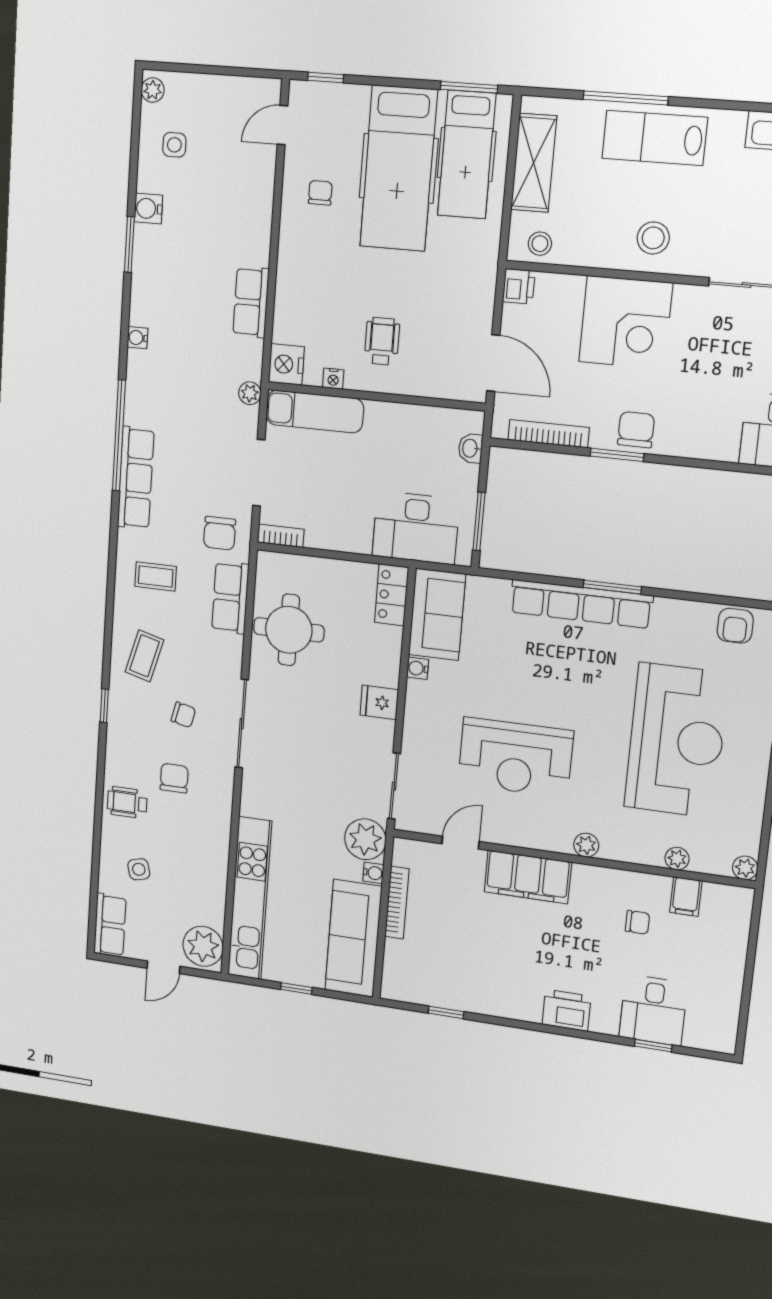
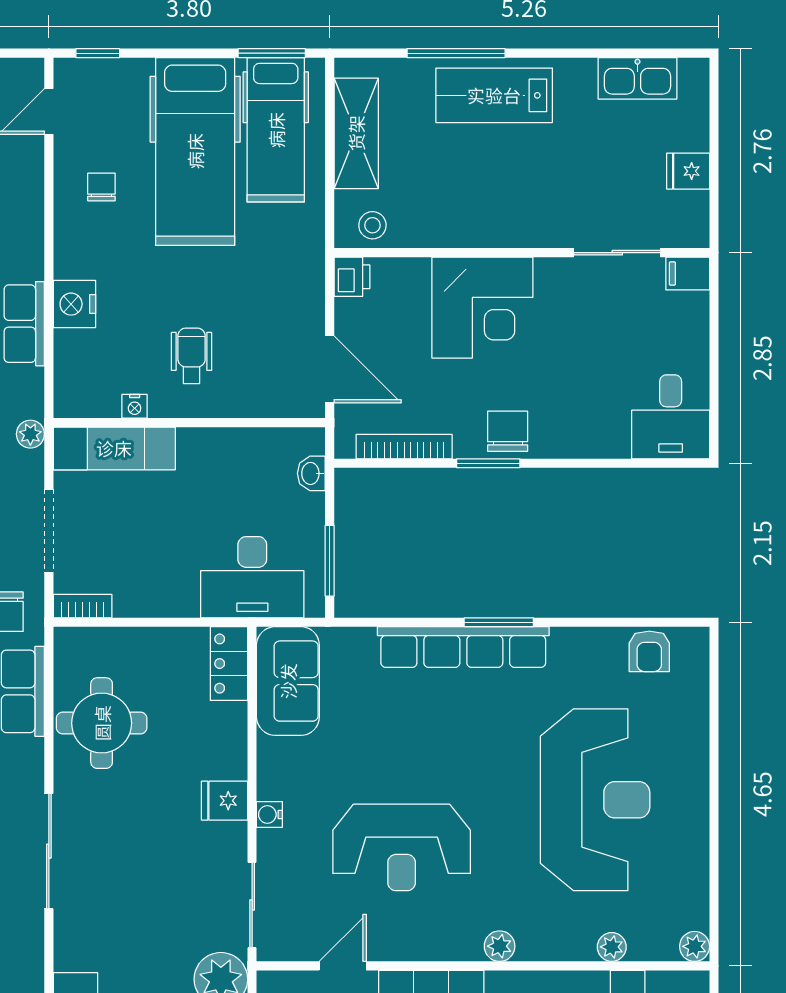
stool: (653, 238) -> (504, 208), removed
nightstand: (286, 364) -> (74, 304), moved
water cooler: (418, 668) -> (269, 814), moved

